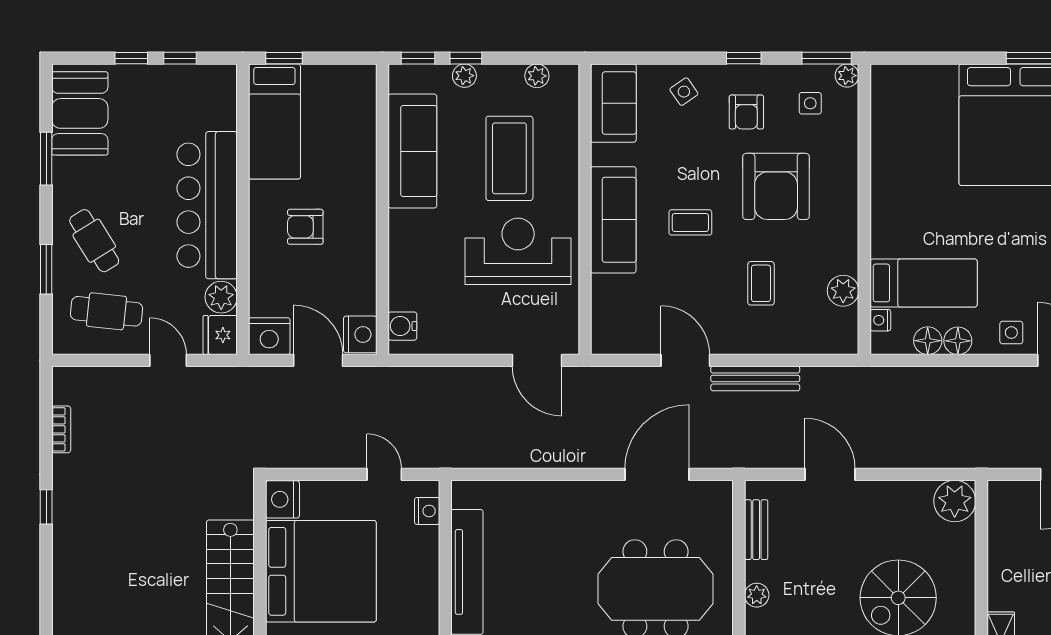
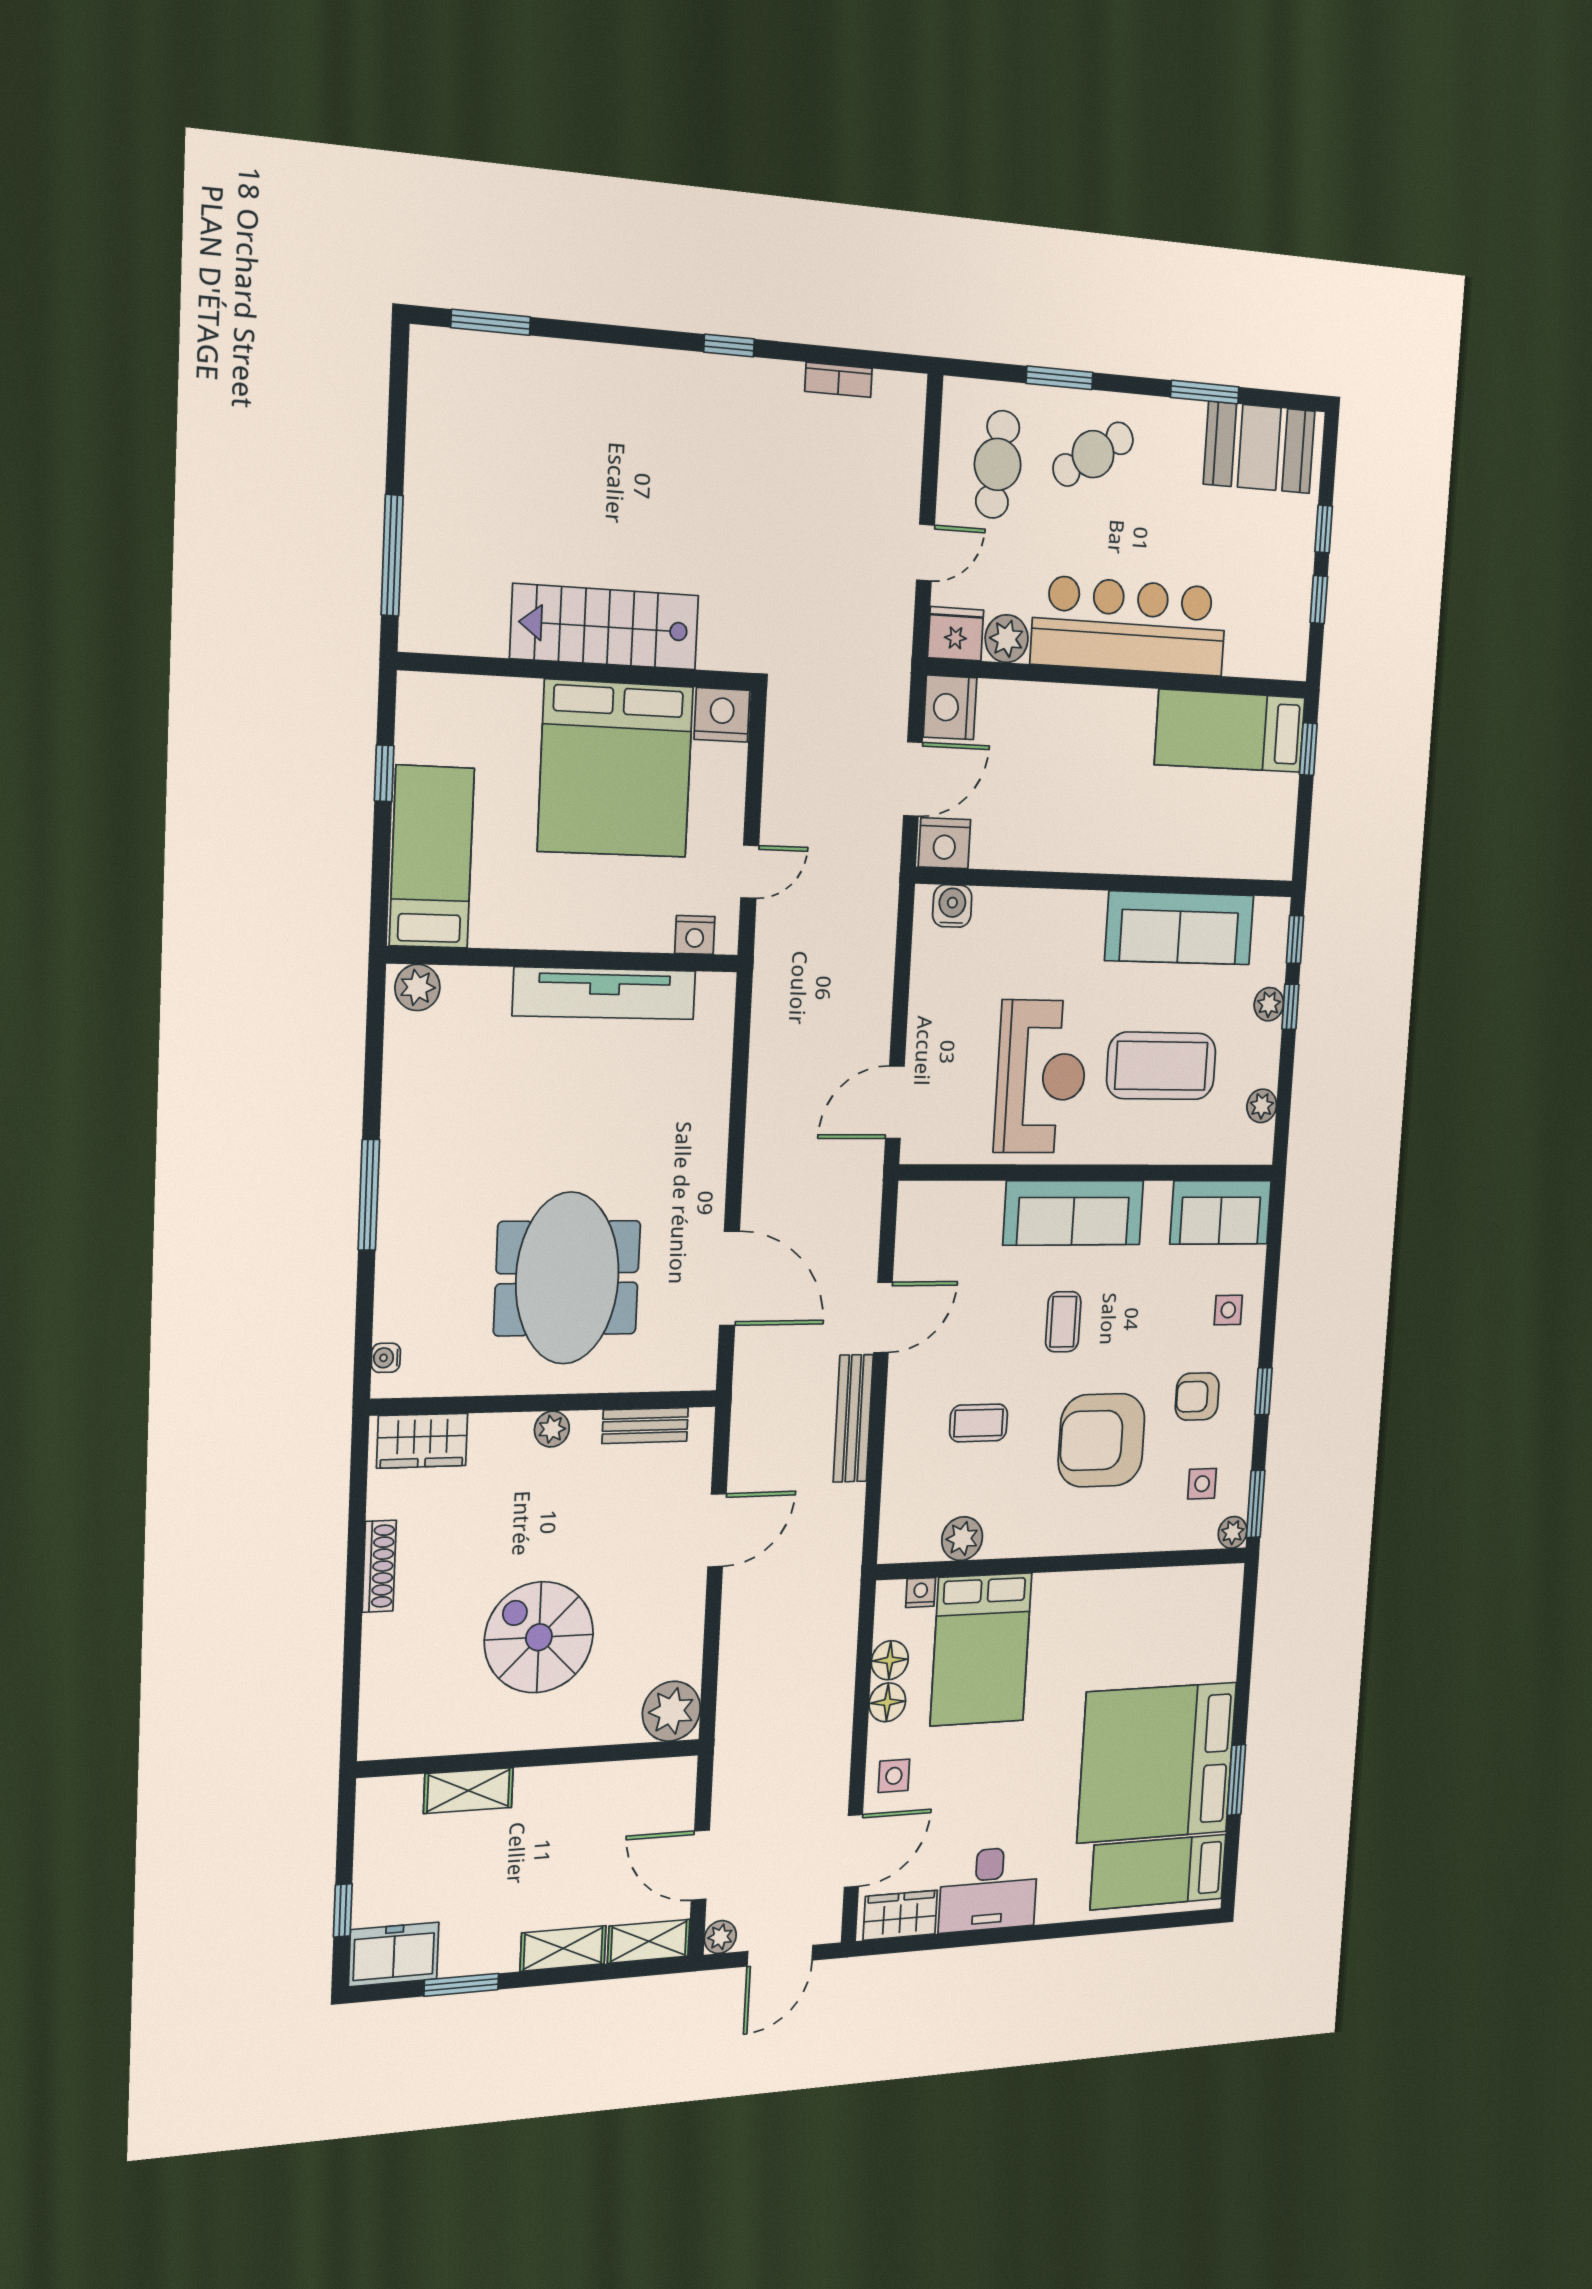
side table: (684, 92) -> (1228, 1310), turned 35
armchair: (305, 227) -> (1092, 769), removed
bed: (924, 283) -> (981, 1649), width x1.50

